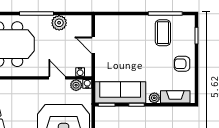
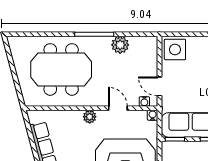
side table: (107, 27) -> (175, 49), added
door: (93, 45) -> (159, 86), moved
plant: (76, 85) -> (90, 117), moved

